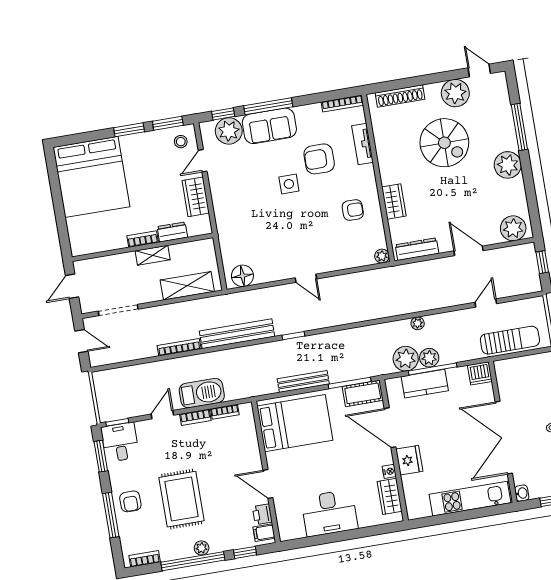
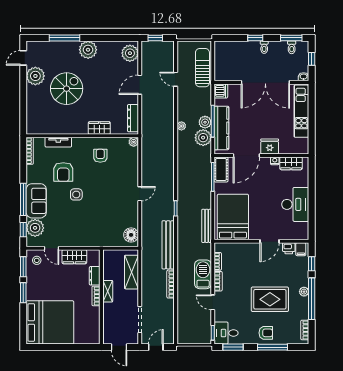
shoe rack: (400, 96) -> (31, 112), removed
bench: (303, 382) -> (207, 226), moved
kitchen counter: (425, 384) -> (221, 128), width x1.50

